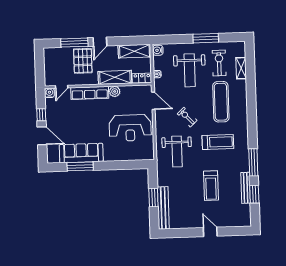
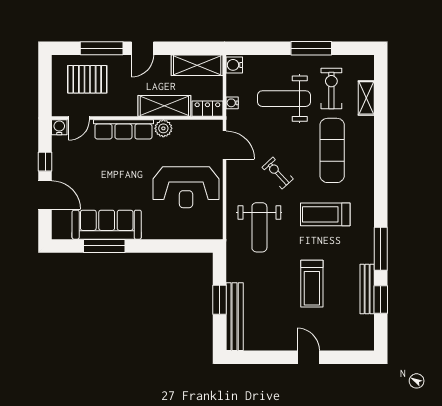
pallet: (83, 61) -> (87, 79), moved, turned 90
weight bench: (190, 70) -> (284, 99), turned 90
treadmill: (218, 142) -> (325, 214), turned 180

